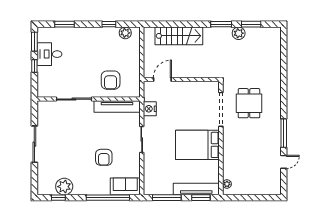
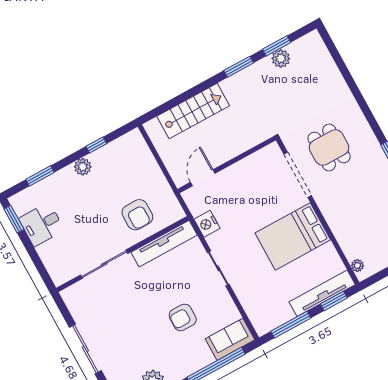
plant: (125, 33) -> (83, 167), moved
plant: (239, 33) -> (281, 58), moved
window: (34, 66) -> (31, 250), removed
armchair: (104, 157) -> (183, 317), turned 90

